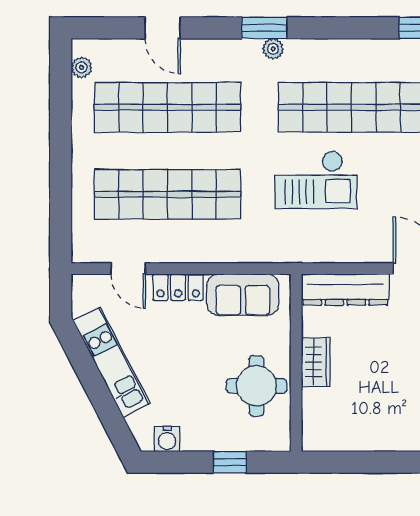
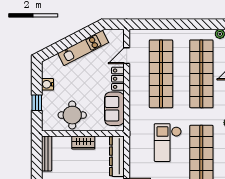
water cooler: (167, 439) -> (48, 84), moved
bench: (339, 441) -> (47, 153), added

